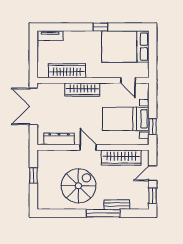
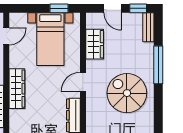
wardrobe: (121, 157) -> (95, 44), width x0.67
bench: (117, 205) -> (148, 27), moved

